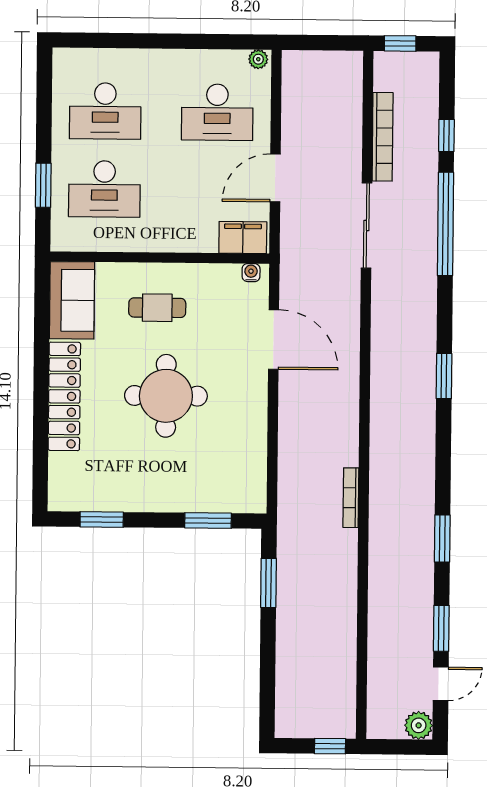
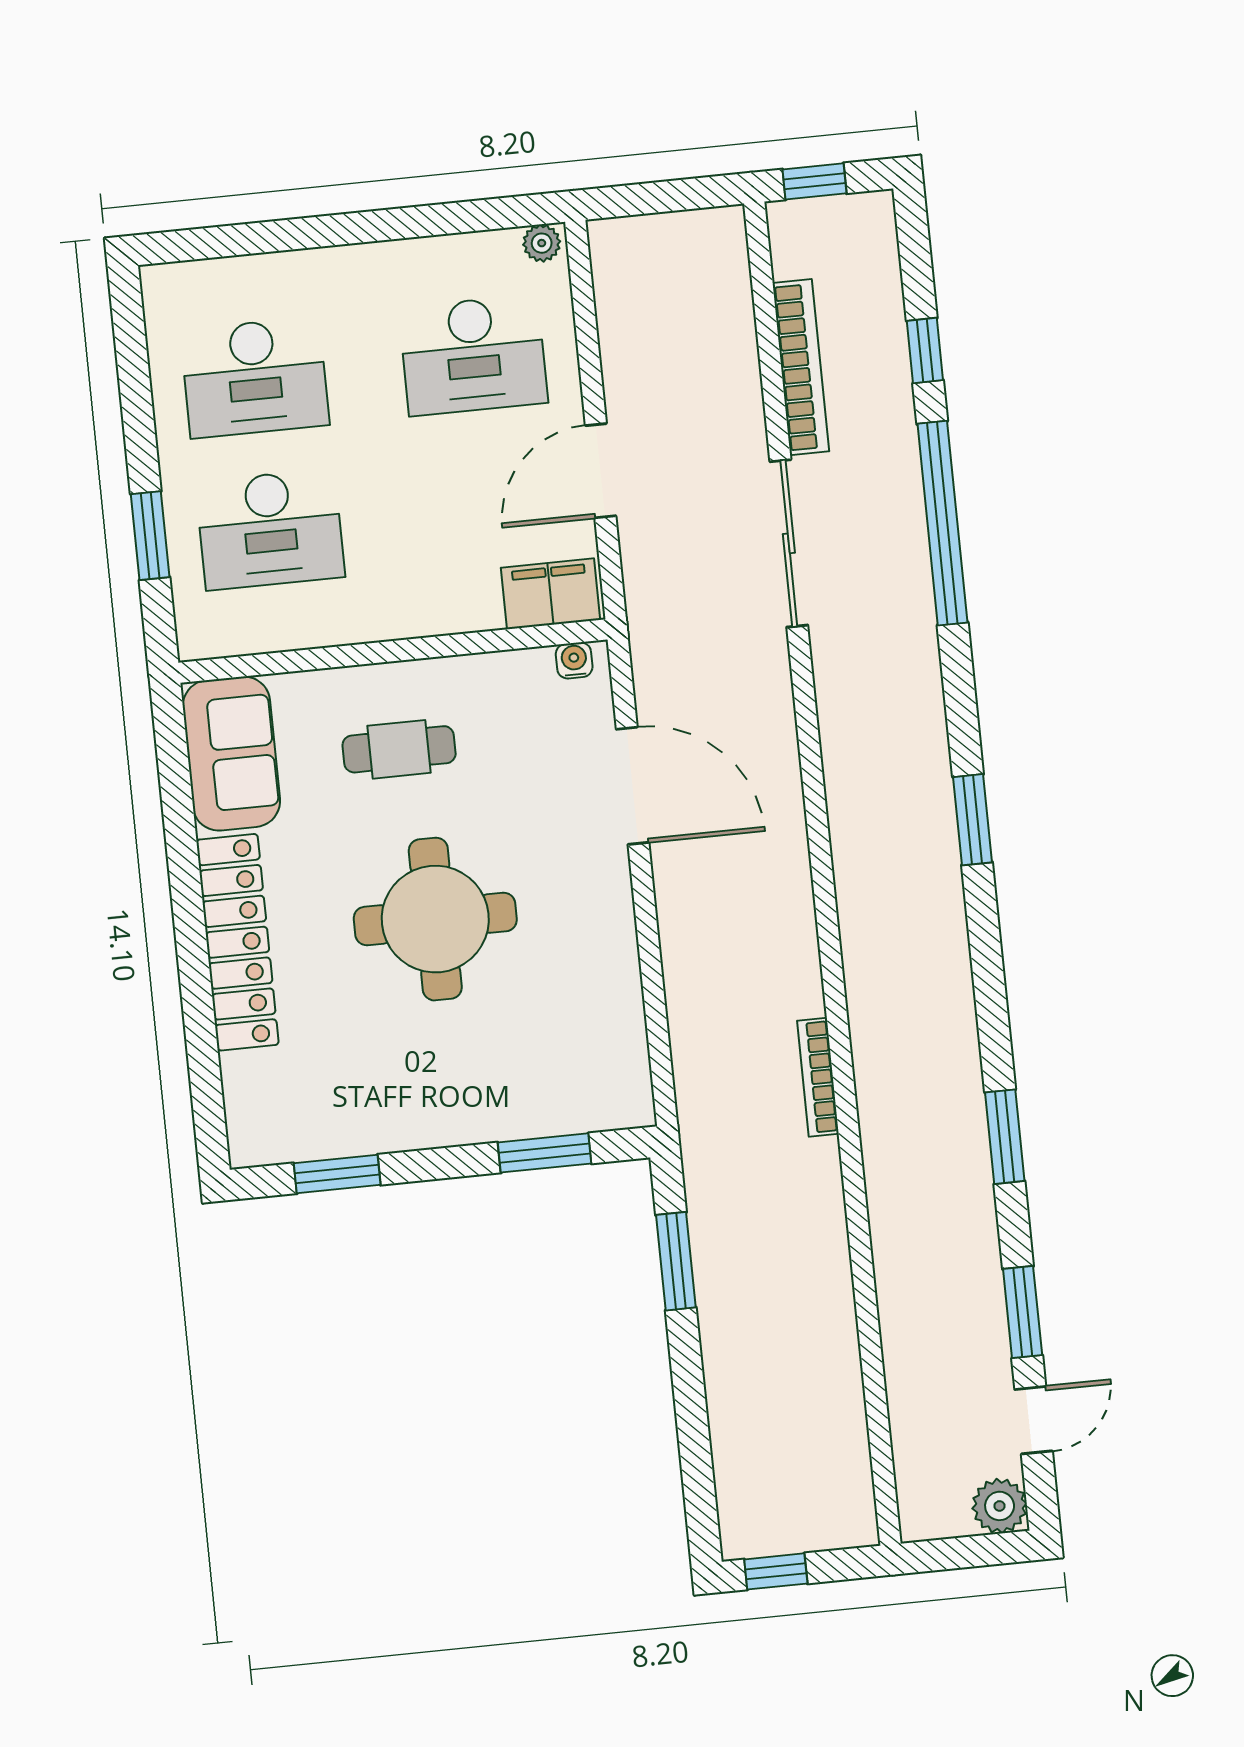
window: (330, 746) -> (776, 1571), moved

